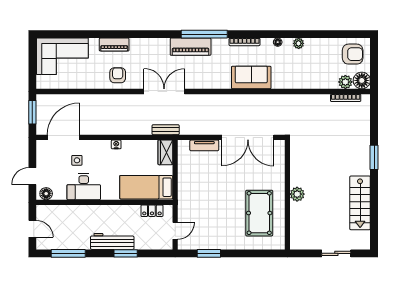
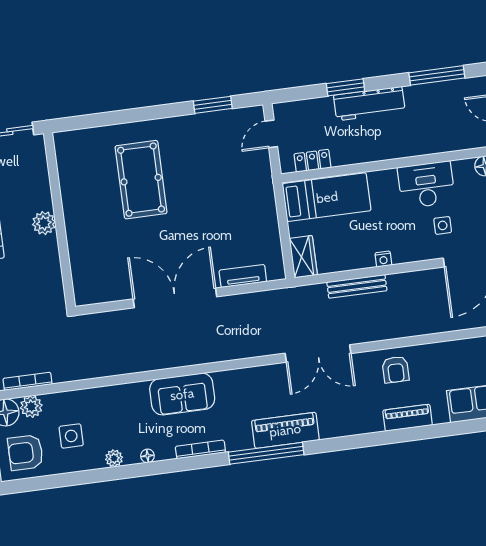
side table: (323, 61) -> (71, 436), added
bench: (166, 130) -> (357, 286), moved, width x1.36
plant: (297, 194) -> (44, 223), moved
wall: (287, 195) -> (59, 220), moved

